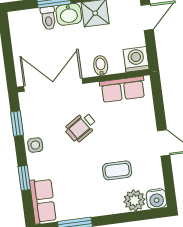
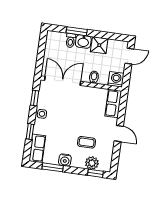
row of seats: (123, 89) -> (113, 104), moved, turned 90
wheelchair: (81, 127) -> (72, 111), removed
water cooler: (156, 199) -> (65, 160), moved
window: (144, 215) -> (95, 173), added

